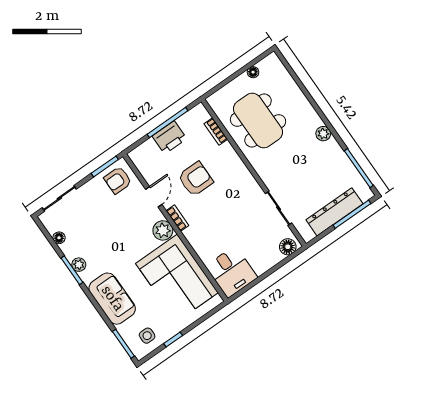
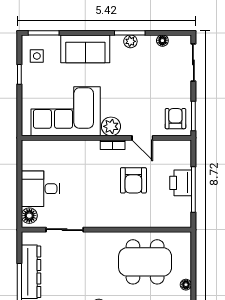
bookcase: (216, 131) -> (160, 223), removed
desk: (231, 272) -> (41, 189), moved

